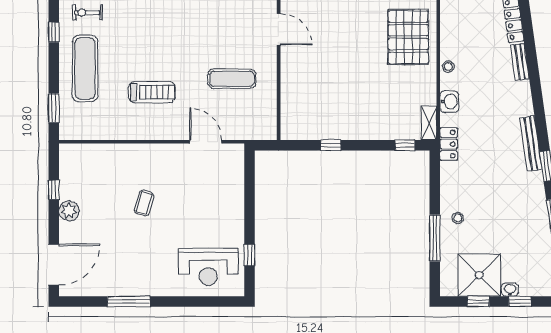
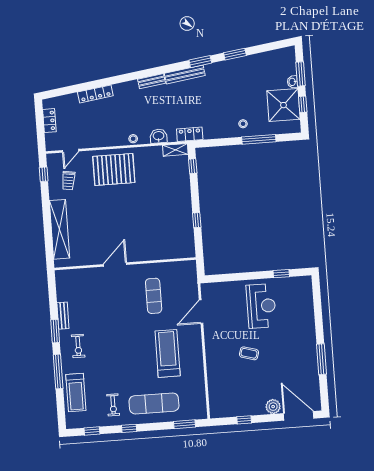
bench: (520, 62) -> (151, 81), moved
treadmill: (152, 92) -> (168, 353), width x1.37, depth x1.38
plant: (69, 211) -> (273, 407), moved
reception desk: (208, 267) -> (261, 306), moved
window: (520, 301) -> (301, 74), width x1.50

